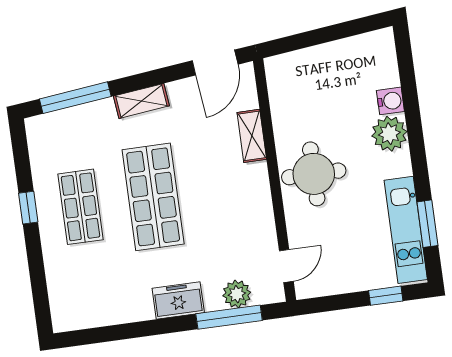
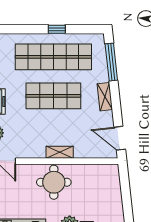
shelving: (252, 136) -> (60, 152), moved
shop shelf: (80, 207) -> (53, 57), width x2.00, depth x1.36

